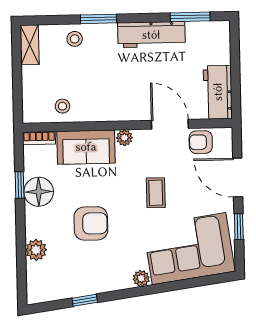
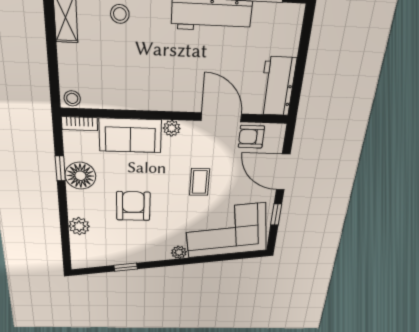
stool: (62, 106) -> (72, 98), moved
armchair: (91, 223) -> (133, 206), turned -90

